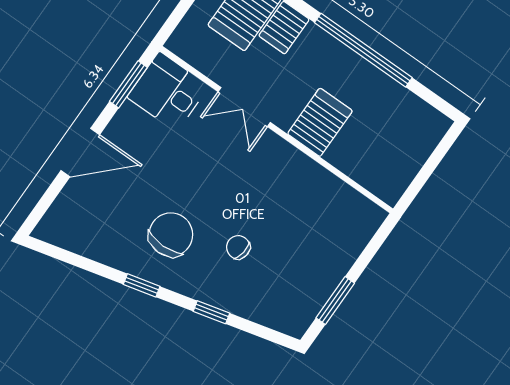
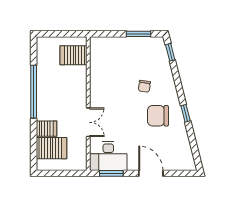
desk: (168, 92) -> (108, 156), width x1.37
server rack: (320, 122) -> (73, 55), moved
window: (211, 312) -> (170, 52), moved

